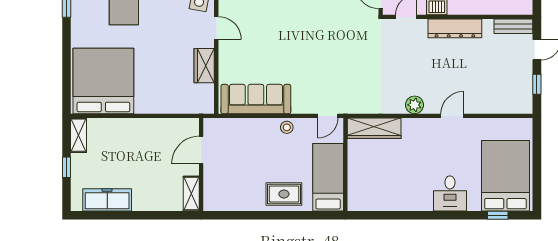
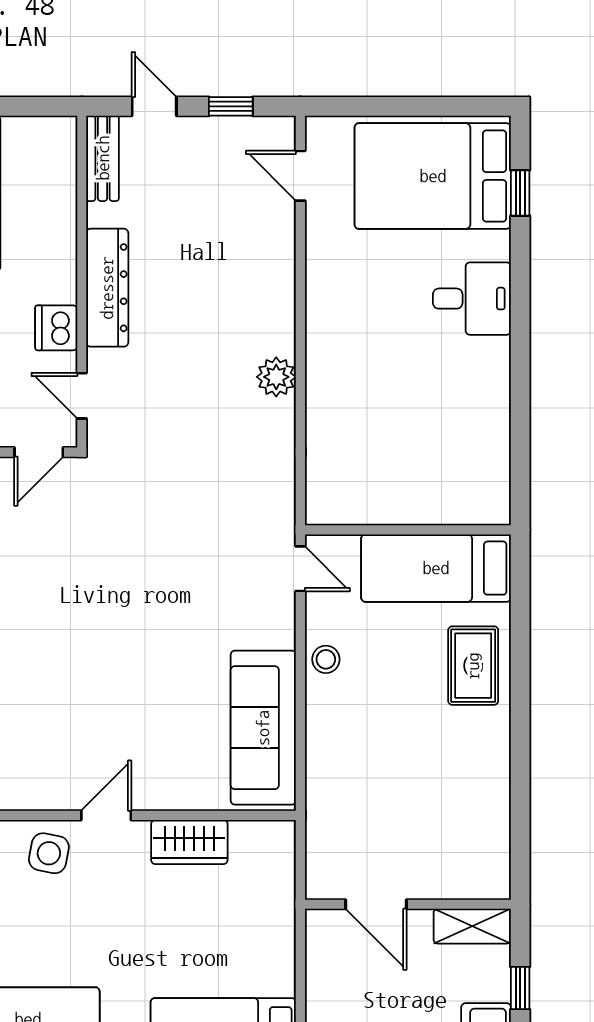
door: (452, 116) -> (300, 176), moved
wardrobe: (374, 128) -> (328, 466), removed
door: (201, 150) -> (376, 904), moved
wall: (201, 164) -> (408, 904), moved
shelving: (191, 194) -> (472, 926), moved
window: (138, 215) -> (520, 988), added

